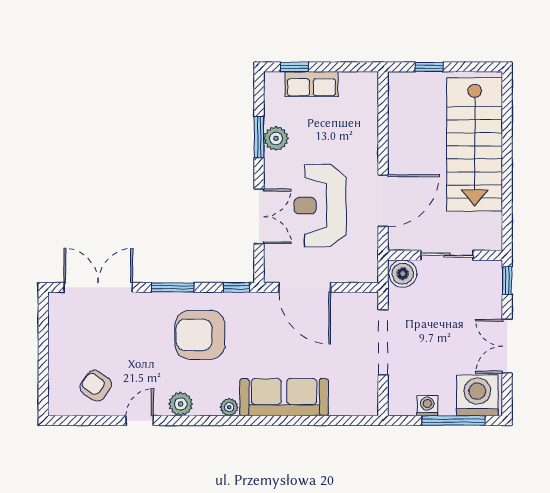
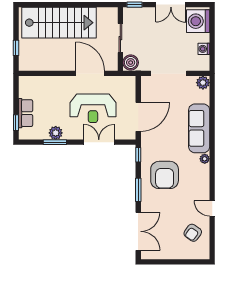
double door: (98, 287) -> (138, 231), swing flipped
plant: (181, 404) -> (203, 83), moved
window: (454, 421) -> (212, 34), removed

